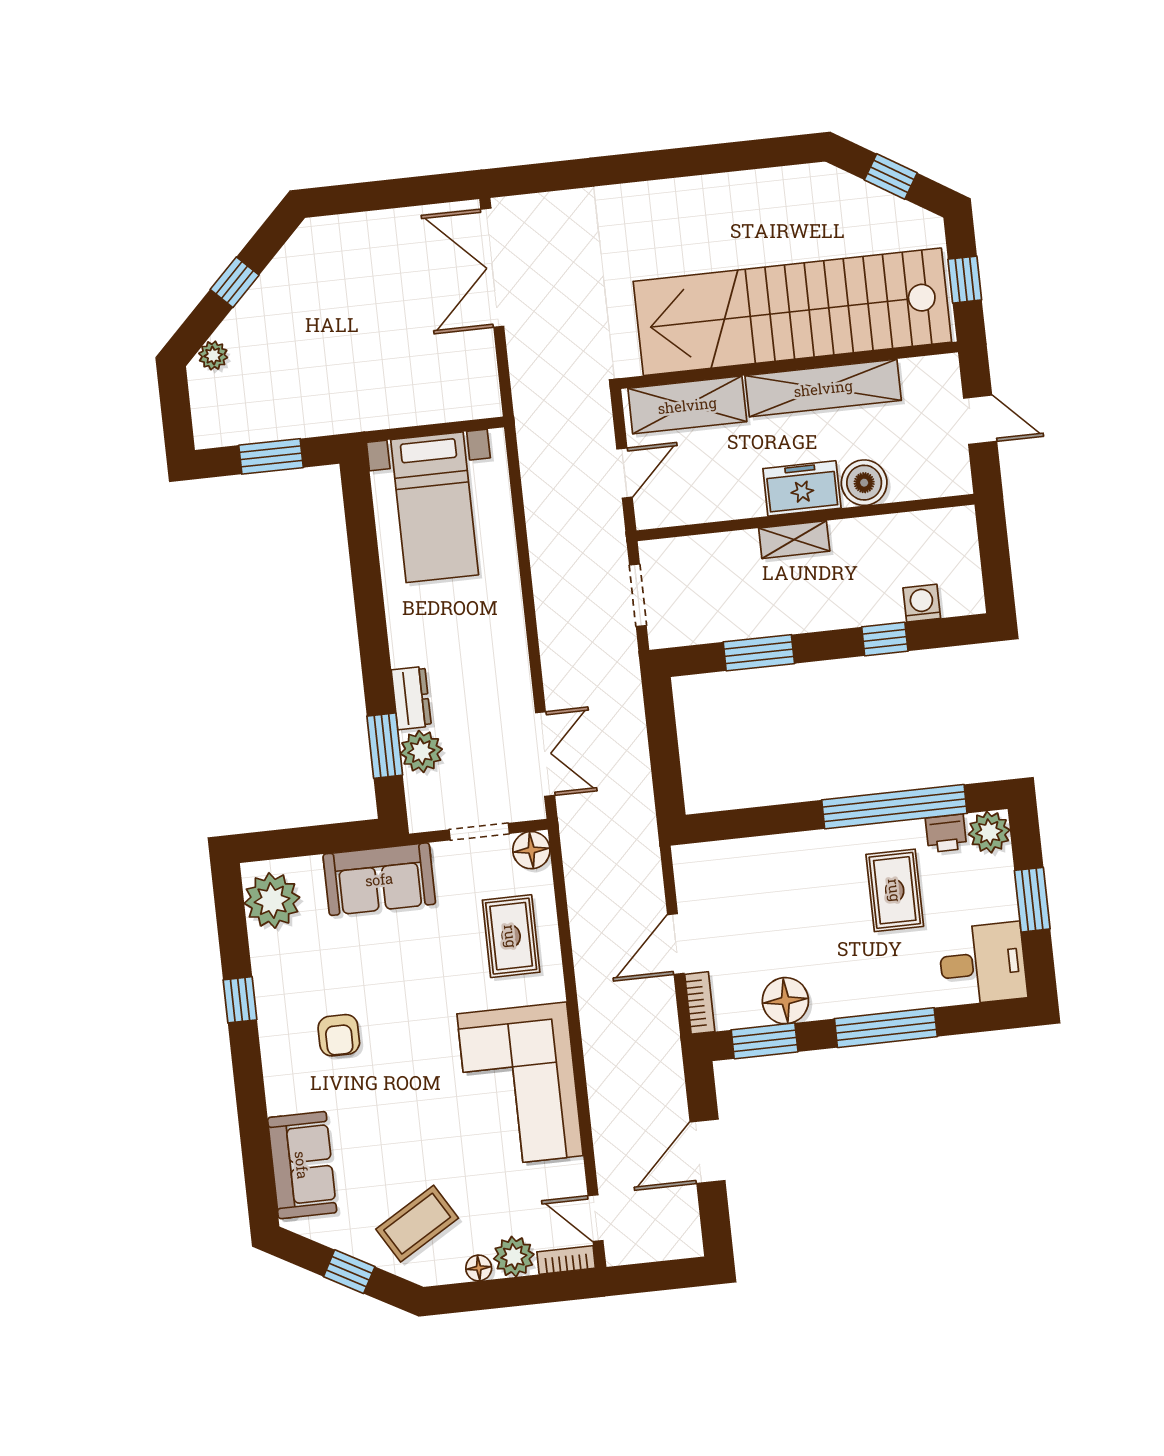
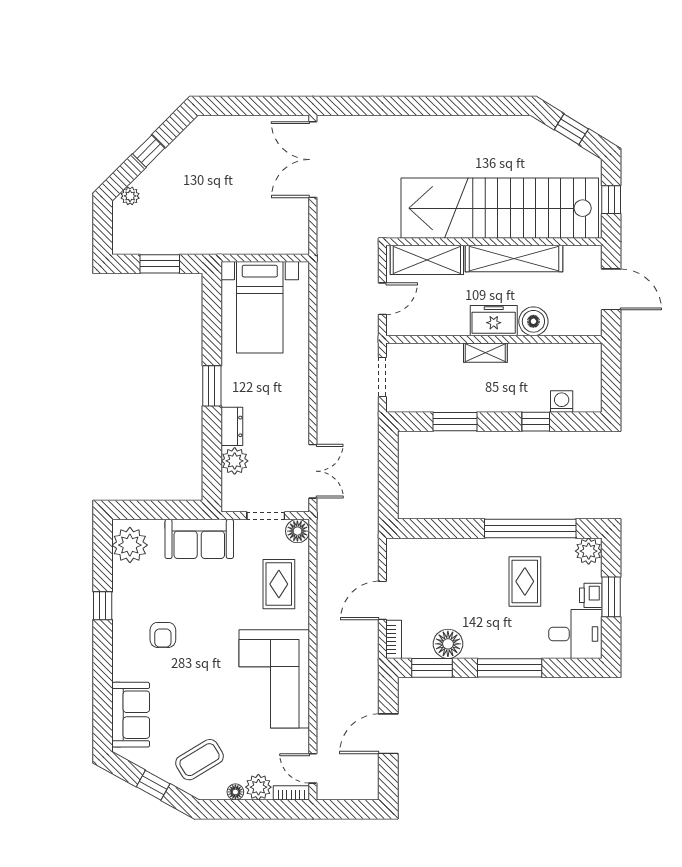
door: (980, 420) -> (611, 289), width x1.38
window: (385, 746) -> (212, 386), moved
printer: (946, 833) -> (591, 595), moved, turned 90

